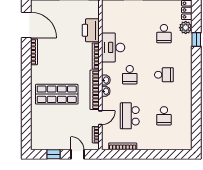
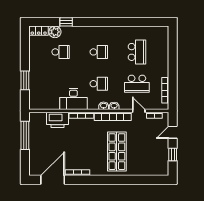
school desk: (164, 75) -> (99, 52), turned 90
school desk: (164, 116) -> (137, 52), width x1.85

